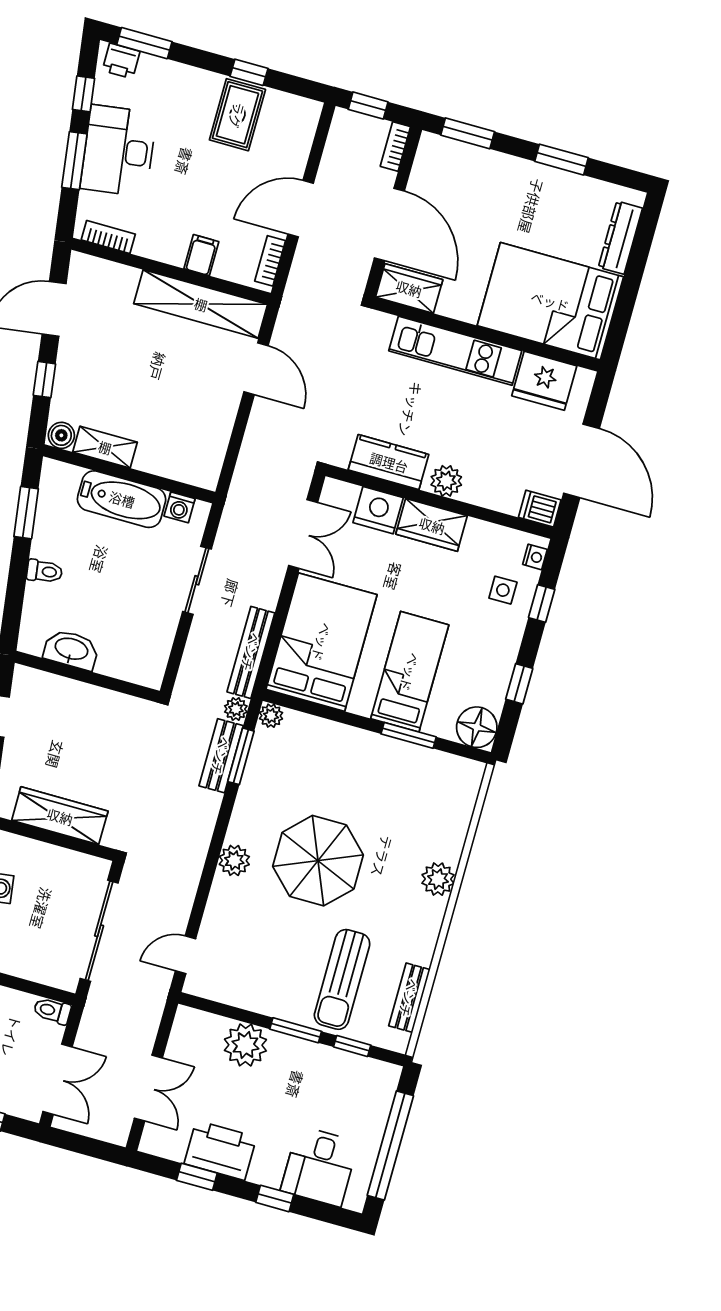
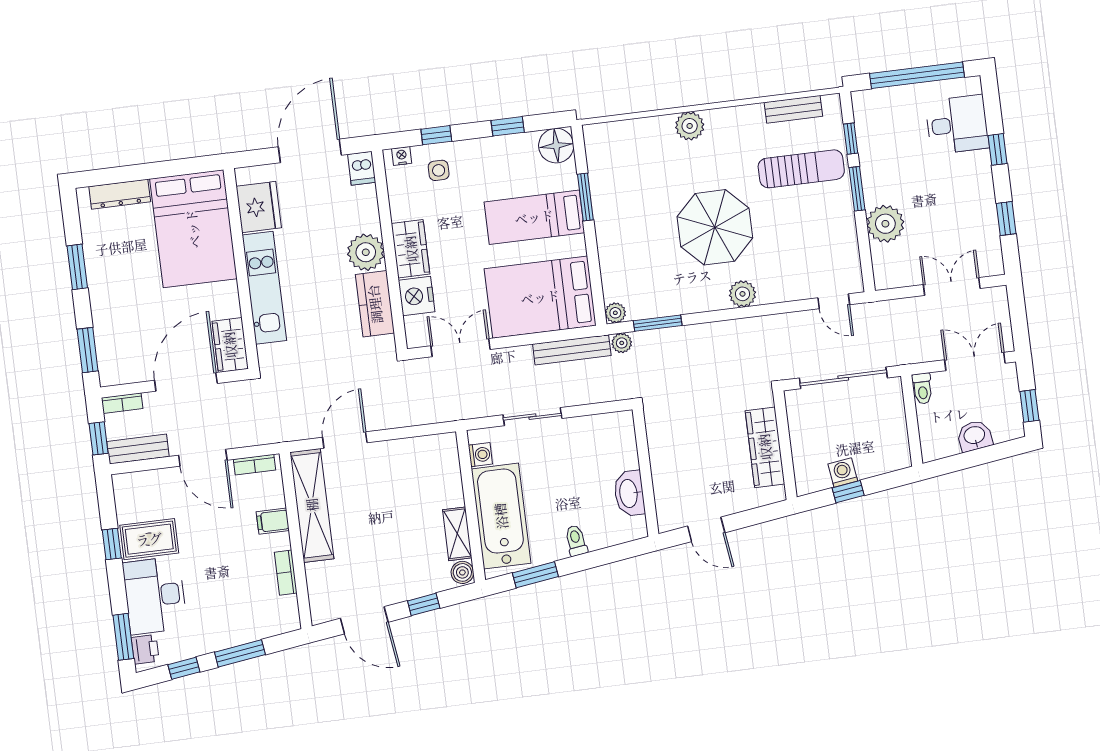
desk: (118, 151) -> (155, 596), moved, turned 98
bookcase: (108, 237) -> (286, 573), moved
plant: (446, 481) -> (366, 252), width x1.36, depth x1.36
bathtub: (122, 499) -> (501, 516), width x1.36, depth x1.36
bench: (221, 756) -> (138, 449), moved
printer: (220, 1150) -> (977, 209), removed

